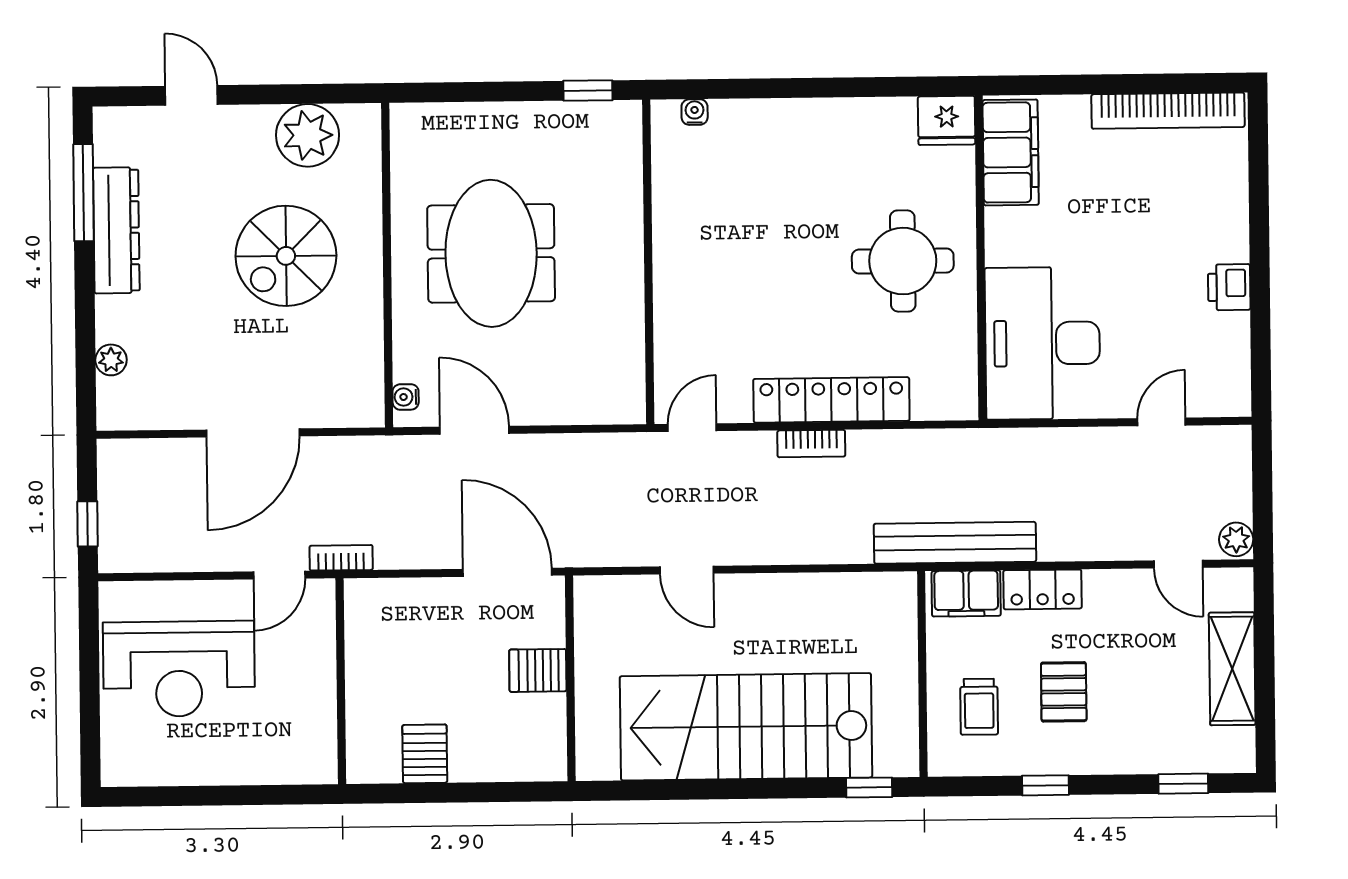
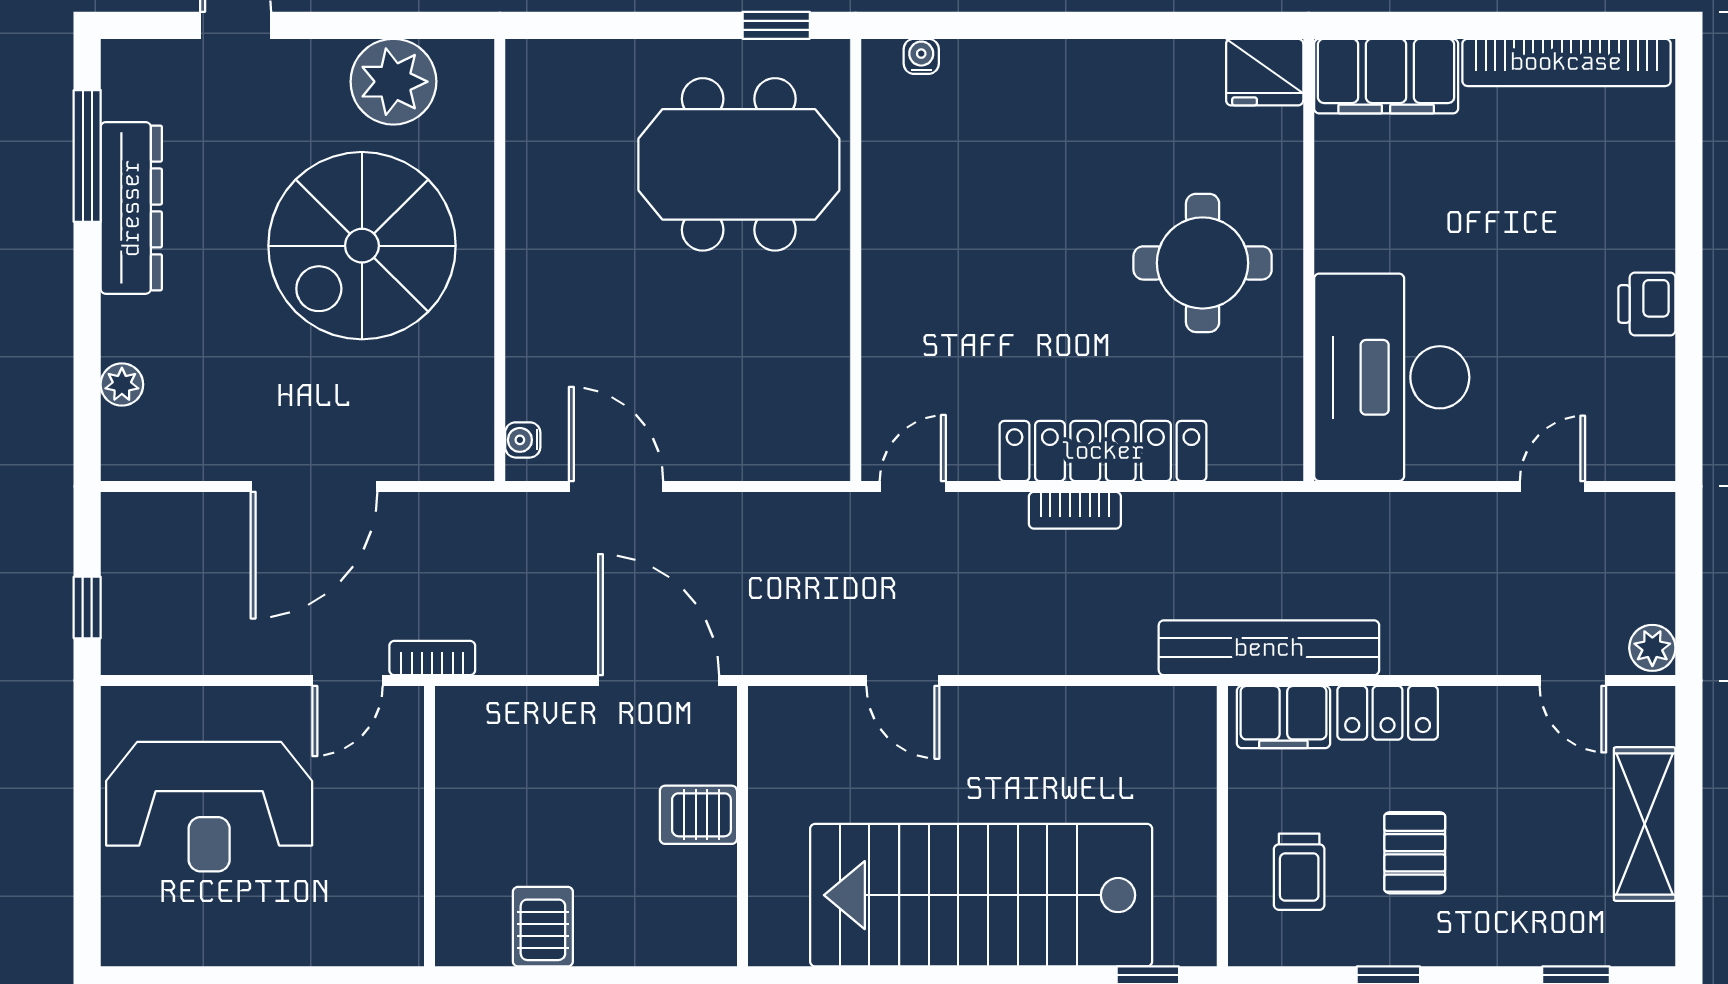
filing cabinet: (1011, 152) -> (1386, 76), moved, turned 90
meeting table: (491, 253) -> (739, 164), moved, turned 90
spiral stairs: (286, 256) -> (362, 246), width x1.37, depth x1.37

